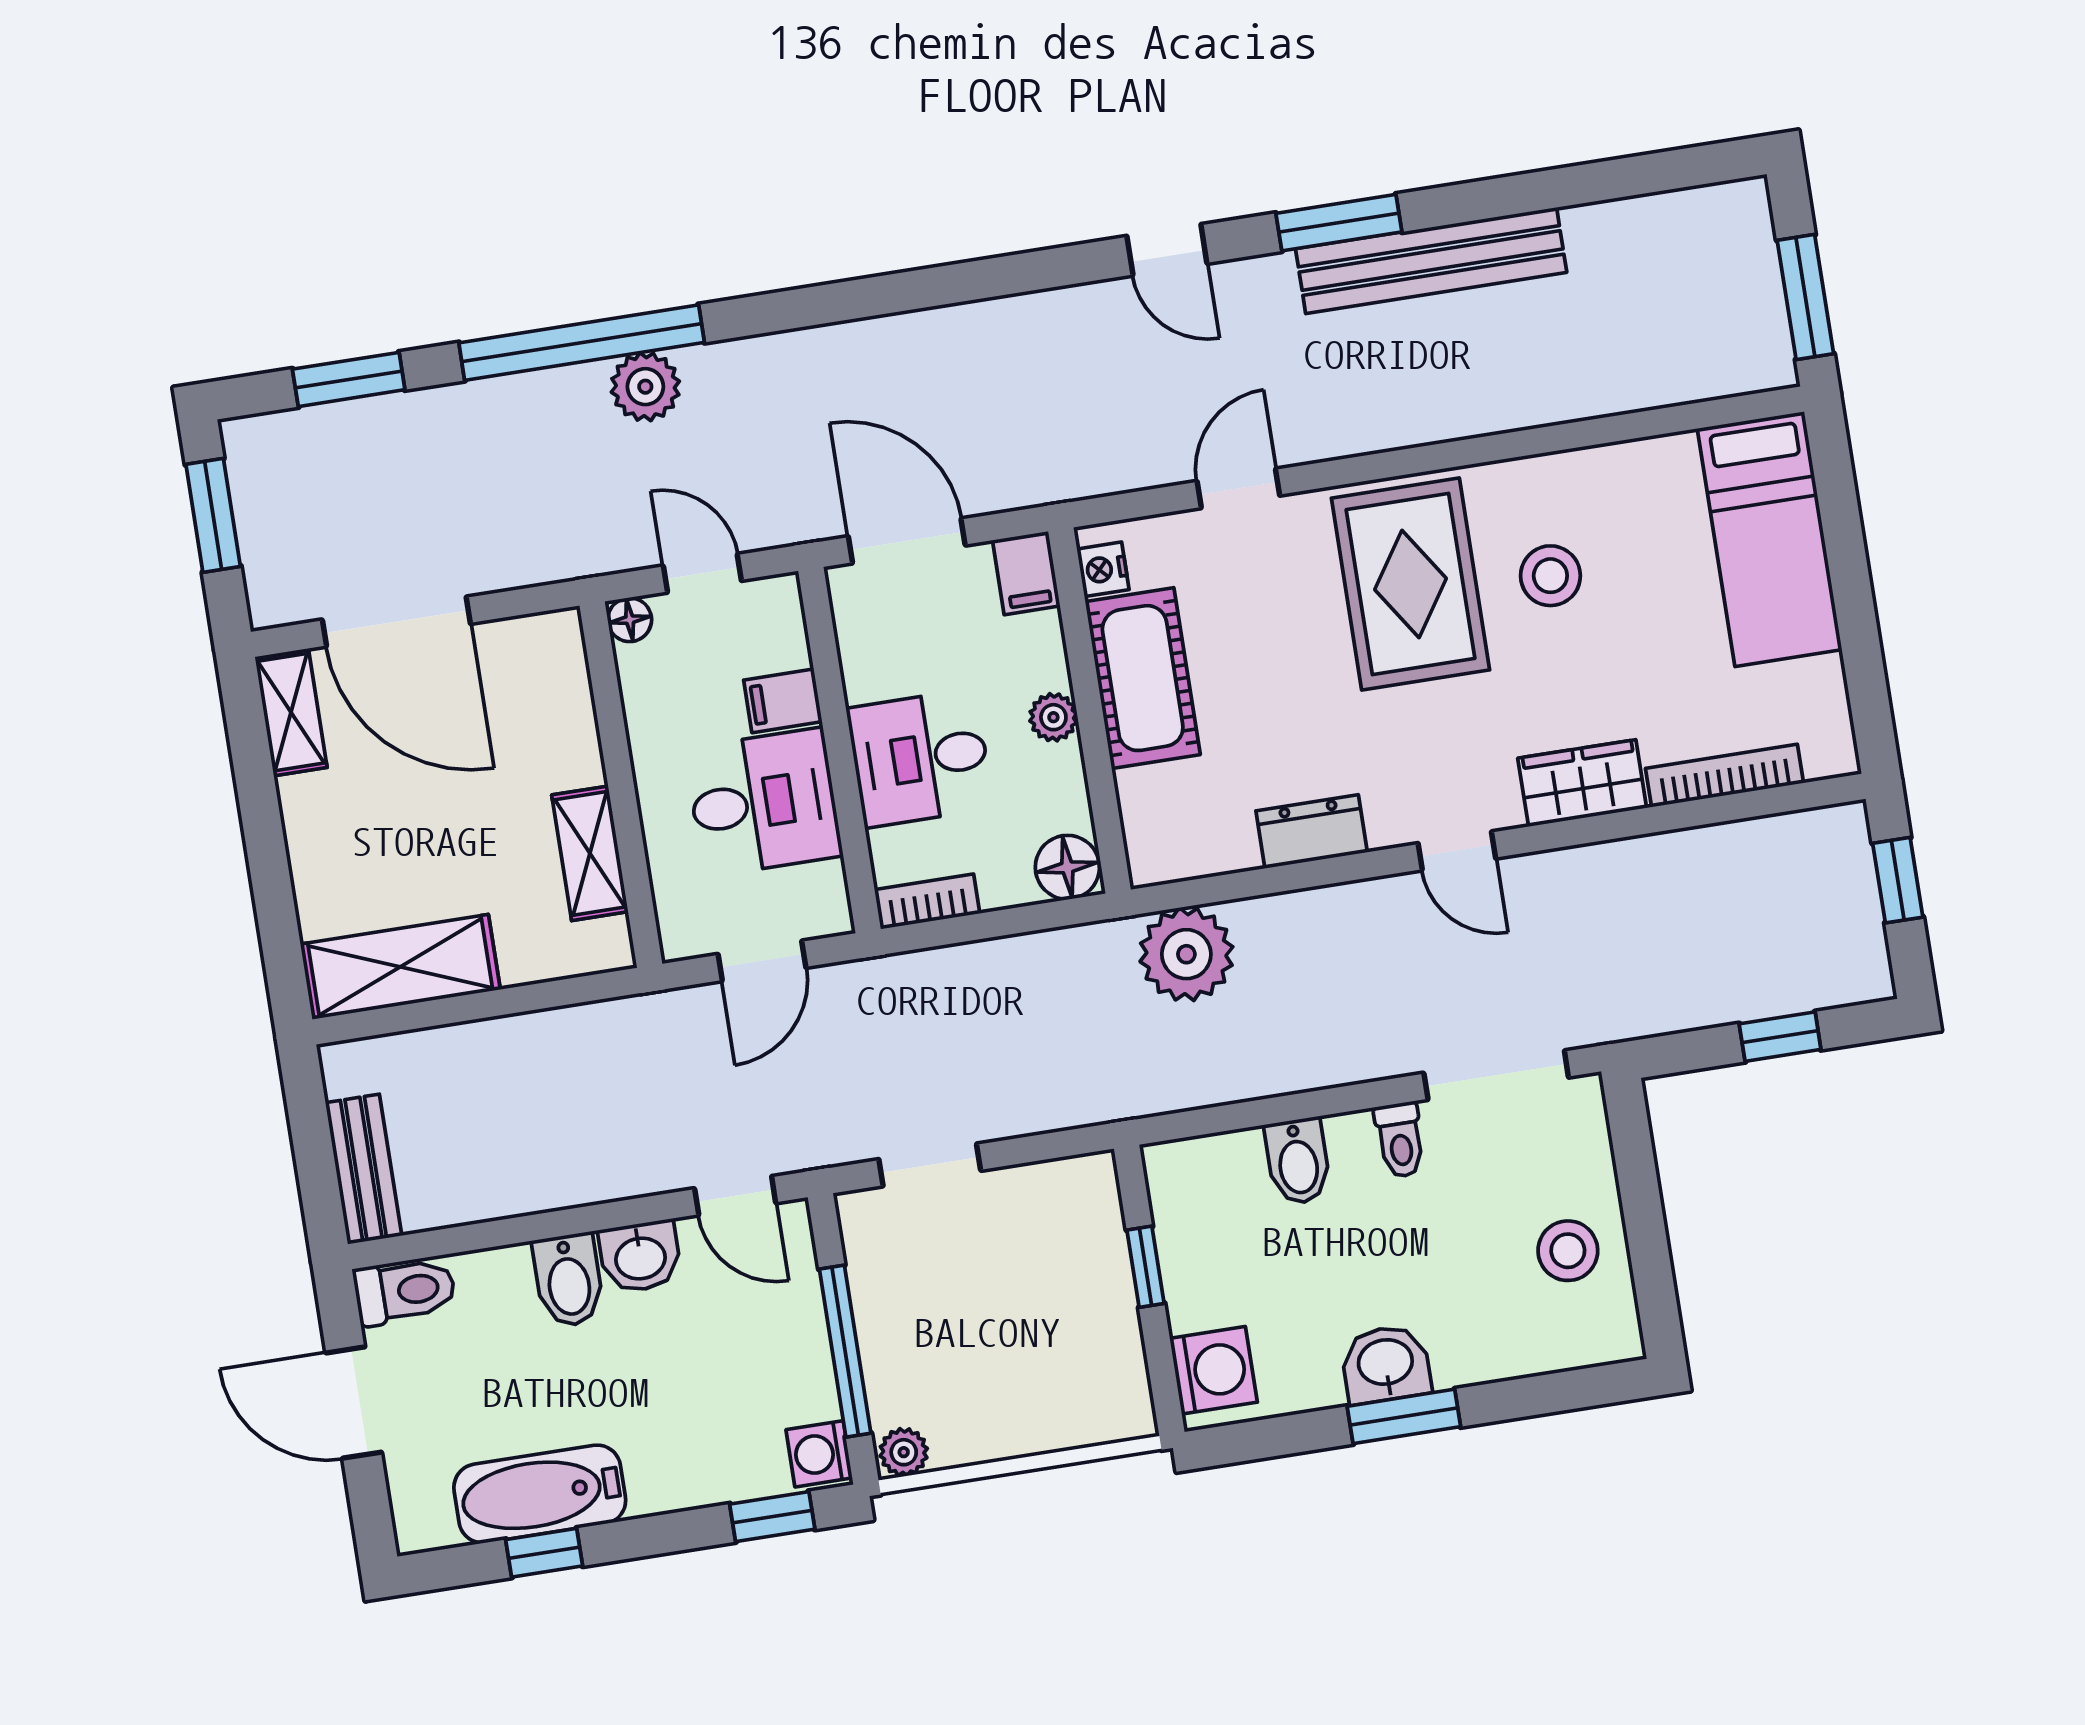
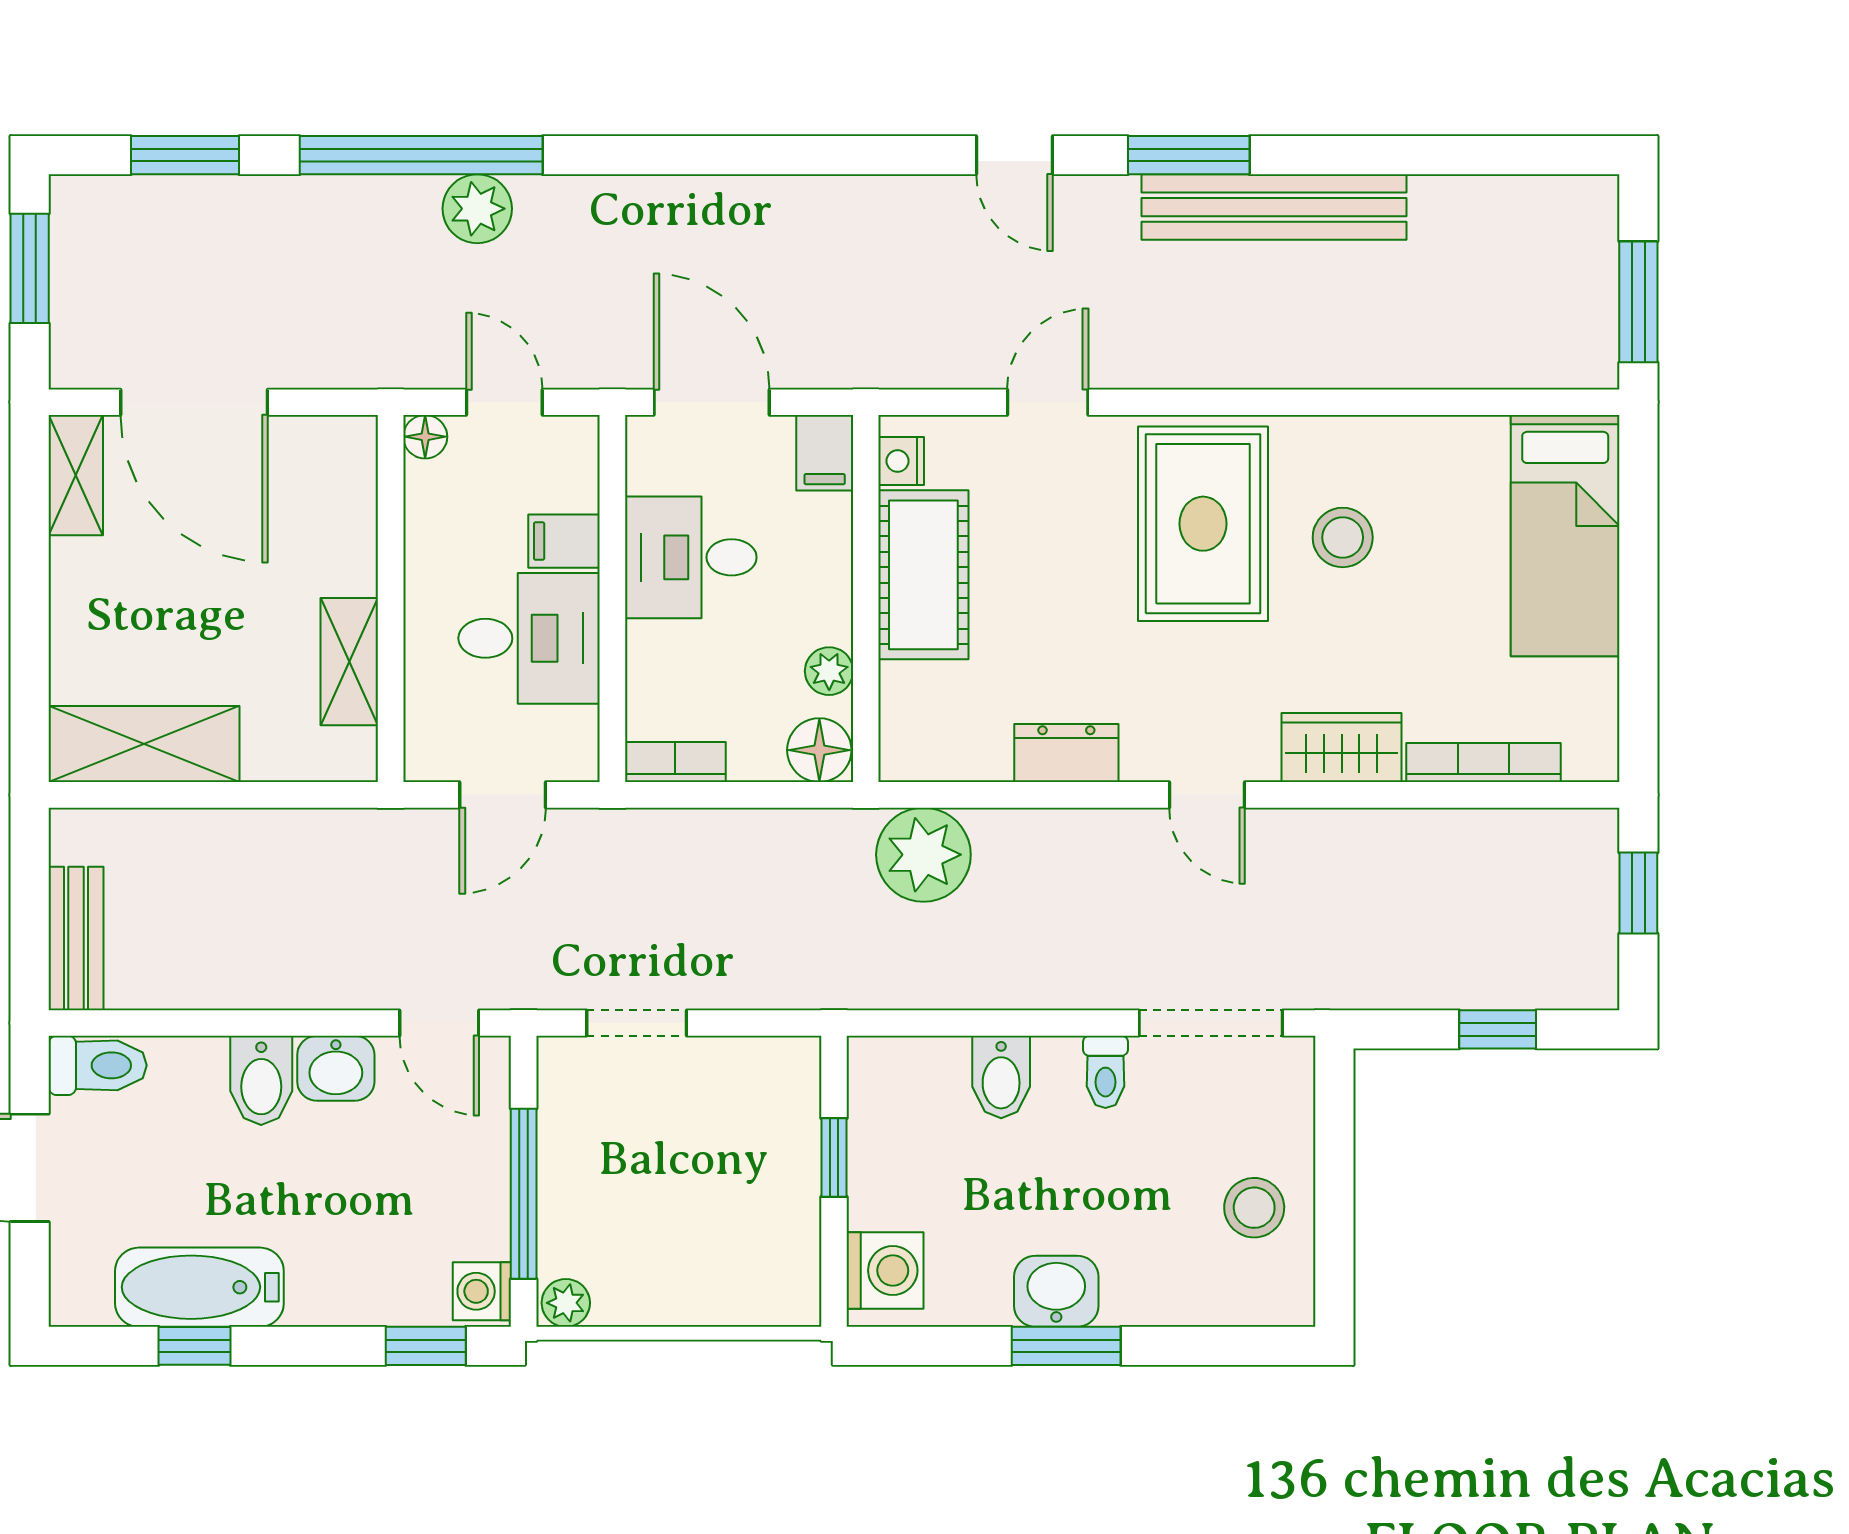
plant: (1053, 717) -> (829, 671), moved
desk: (920, 758) -> (691, 557), moved

